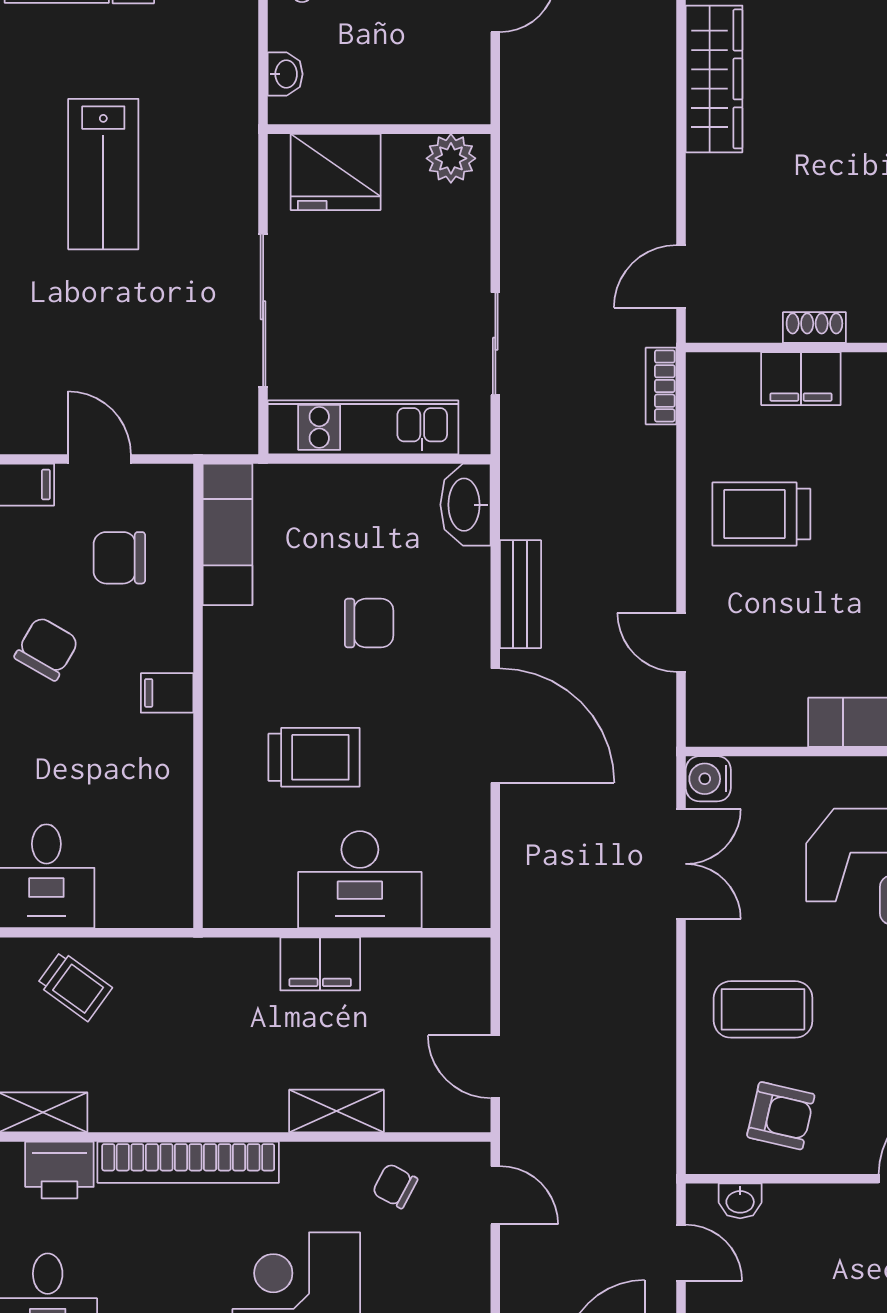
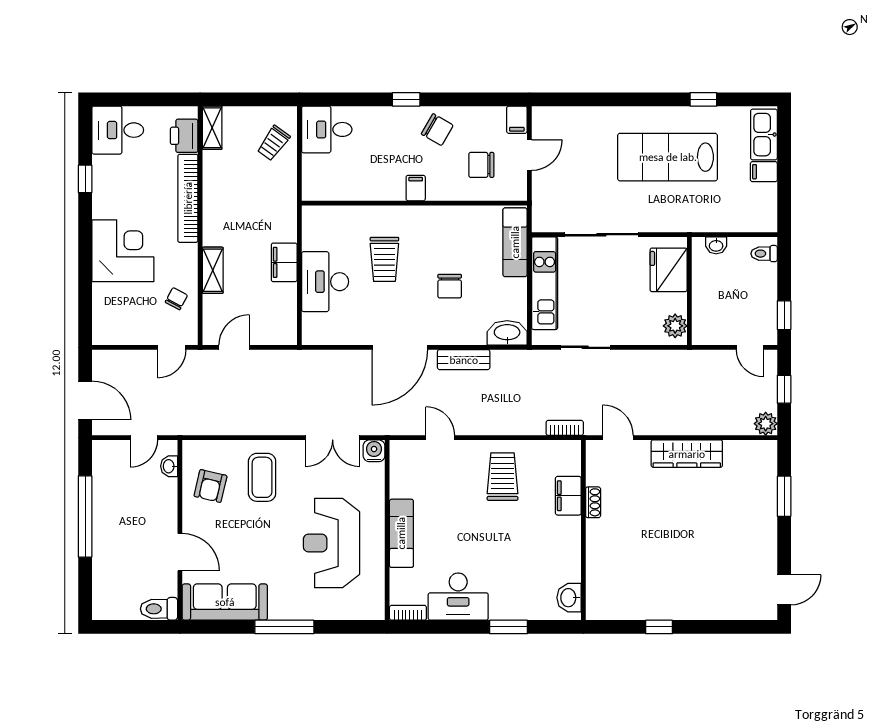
wardrobe: (714, 79) -> (687, 454), moved
lab bench: (103, 174) -> (668, 157), width x1.36, depth x1.39
exam couch: (227, 534) -> (515, 242), moved, turned 90
chair: (119, 558) -> (481, 165), turned -90
door: (681, 642) -> (440, 438), hinge flipped

